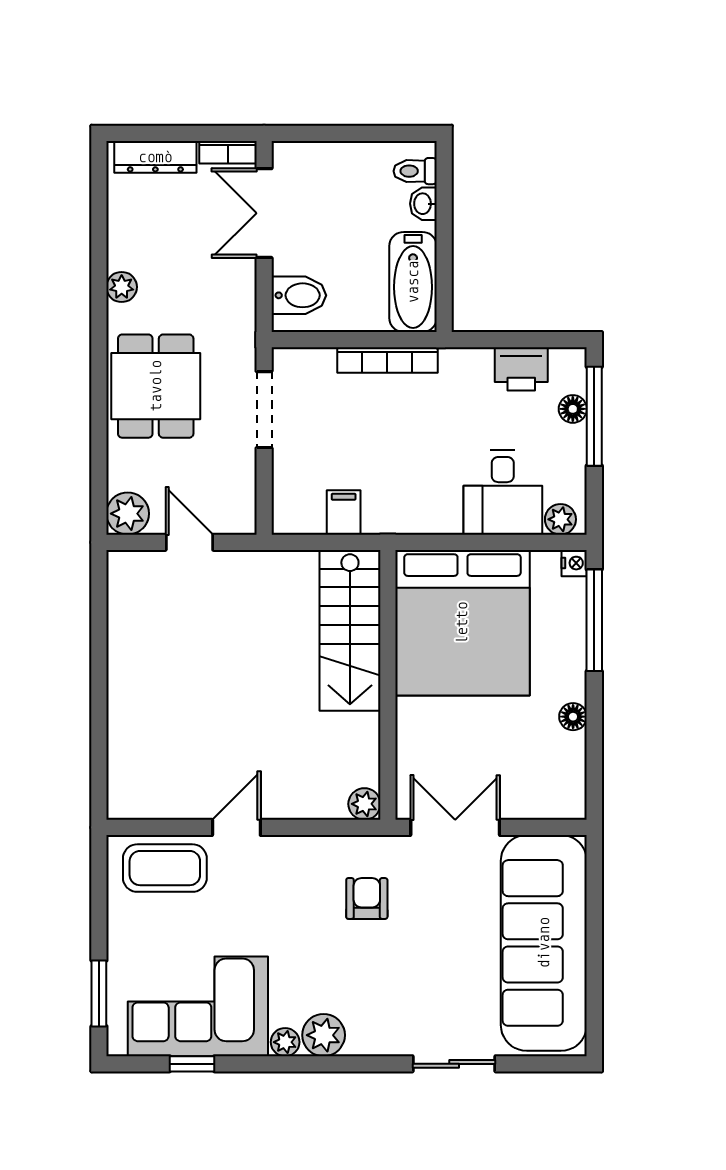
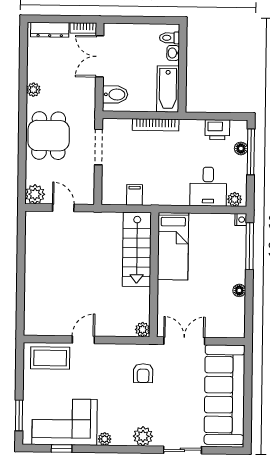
bed: (462, 623) -> (173, 246), width x0.49
armchair: (367, 898) -> (143, 373), turned 180
plant: (324, 1035) -> (143, 436), moved

